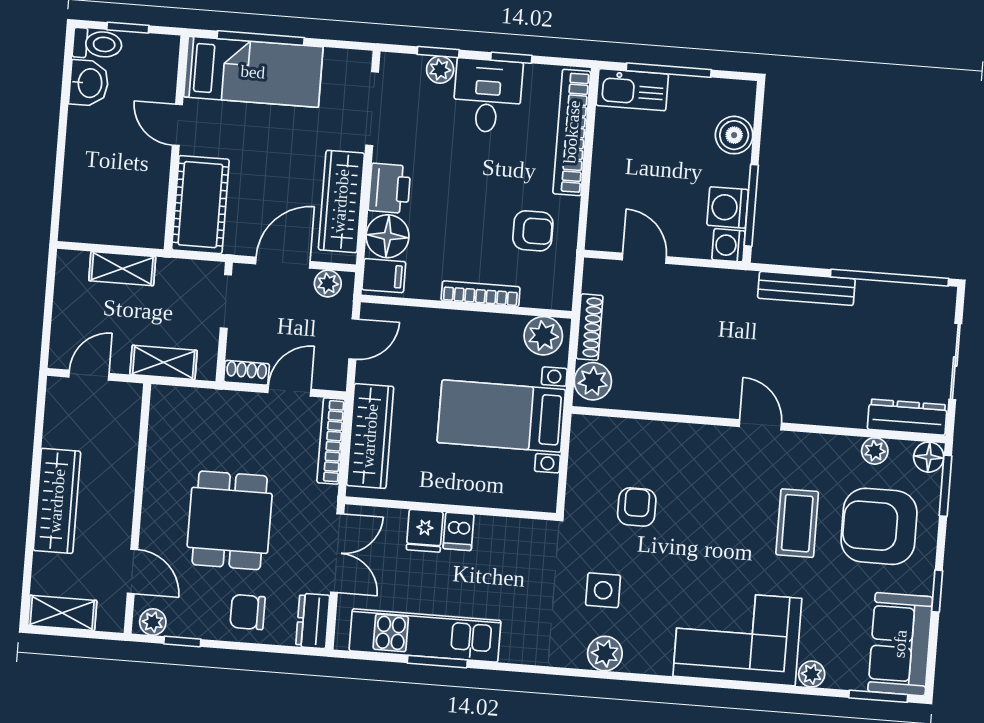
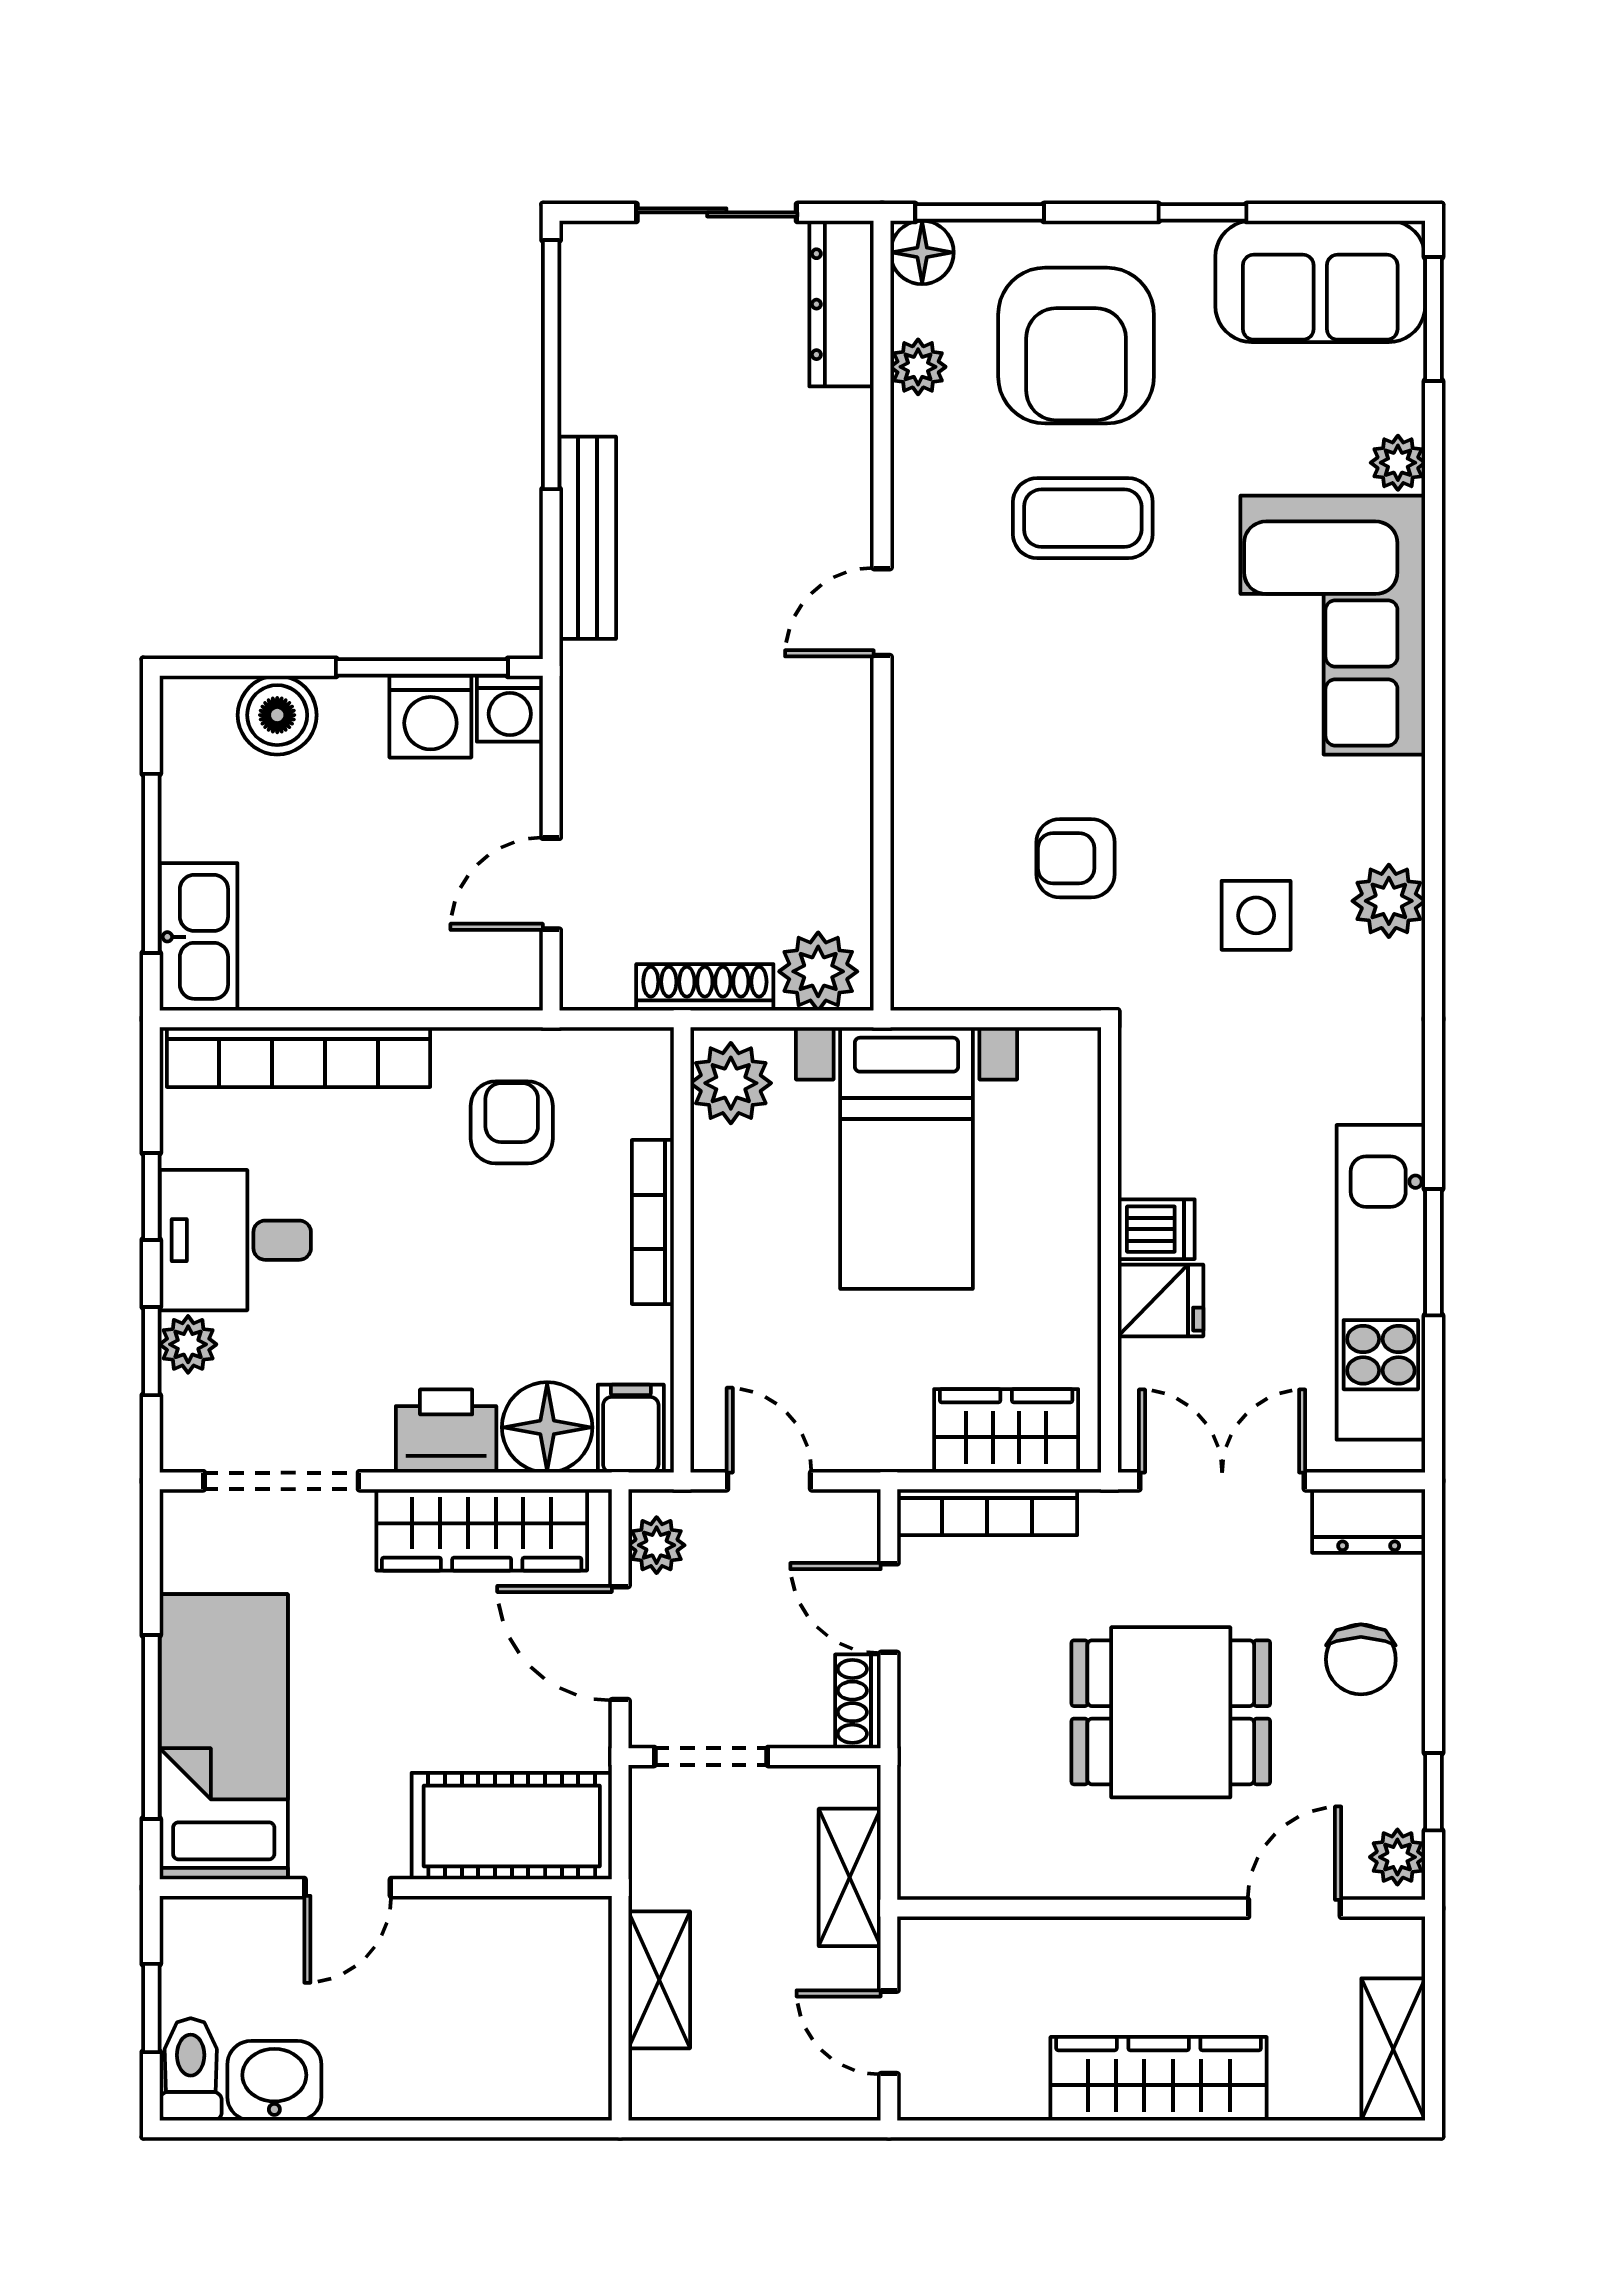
wardrobe: (370, 436) -> (1006, 1431), width x0.67

